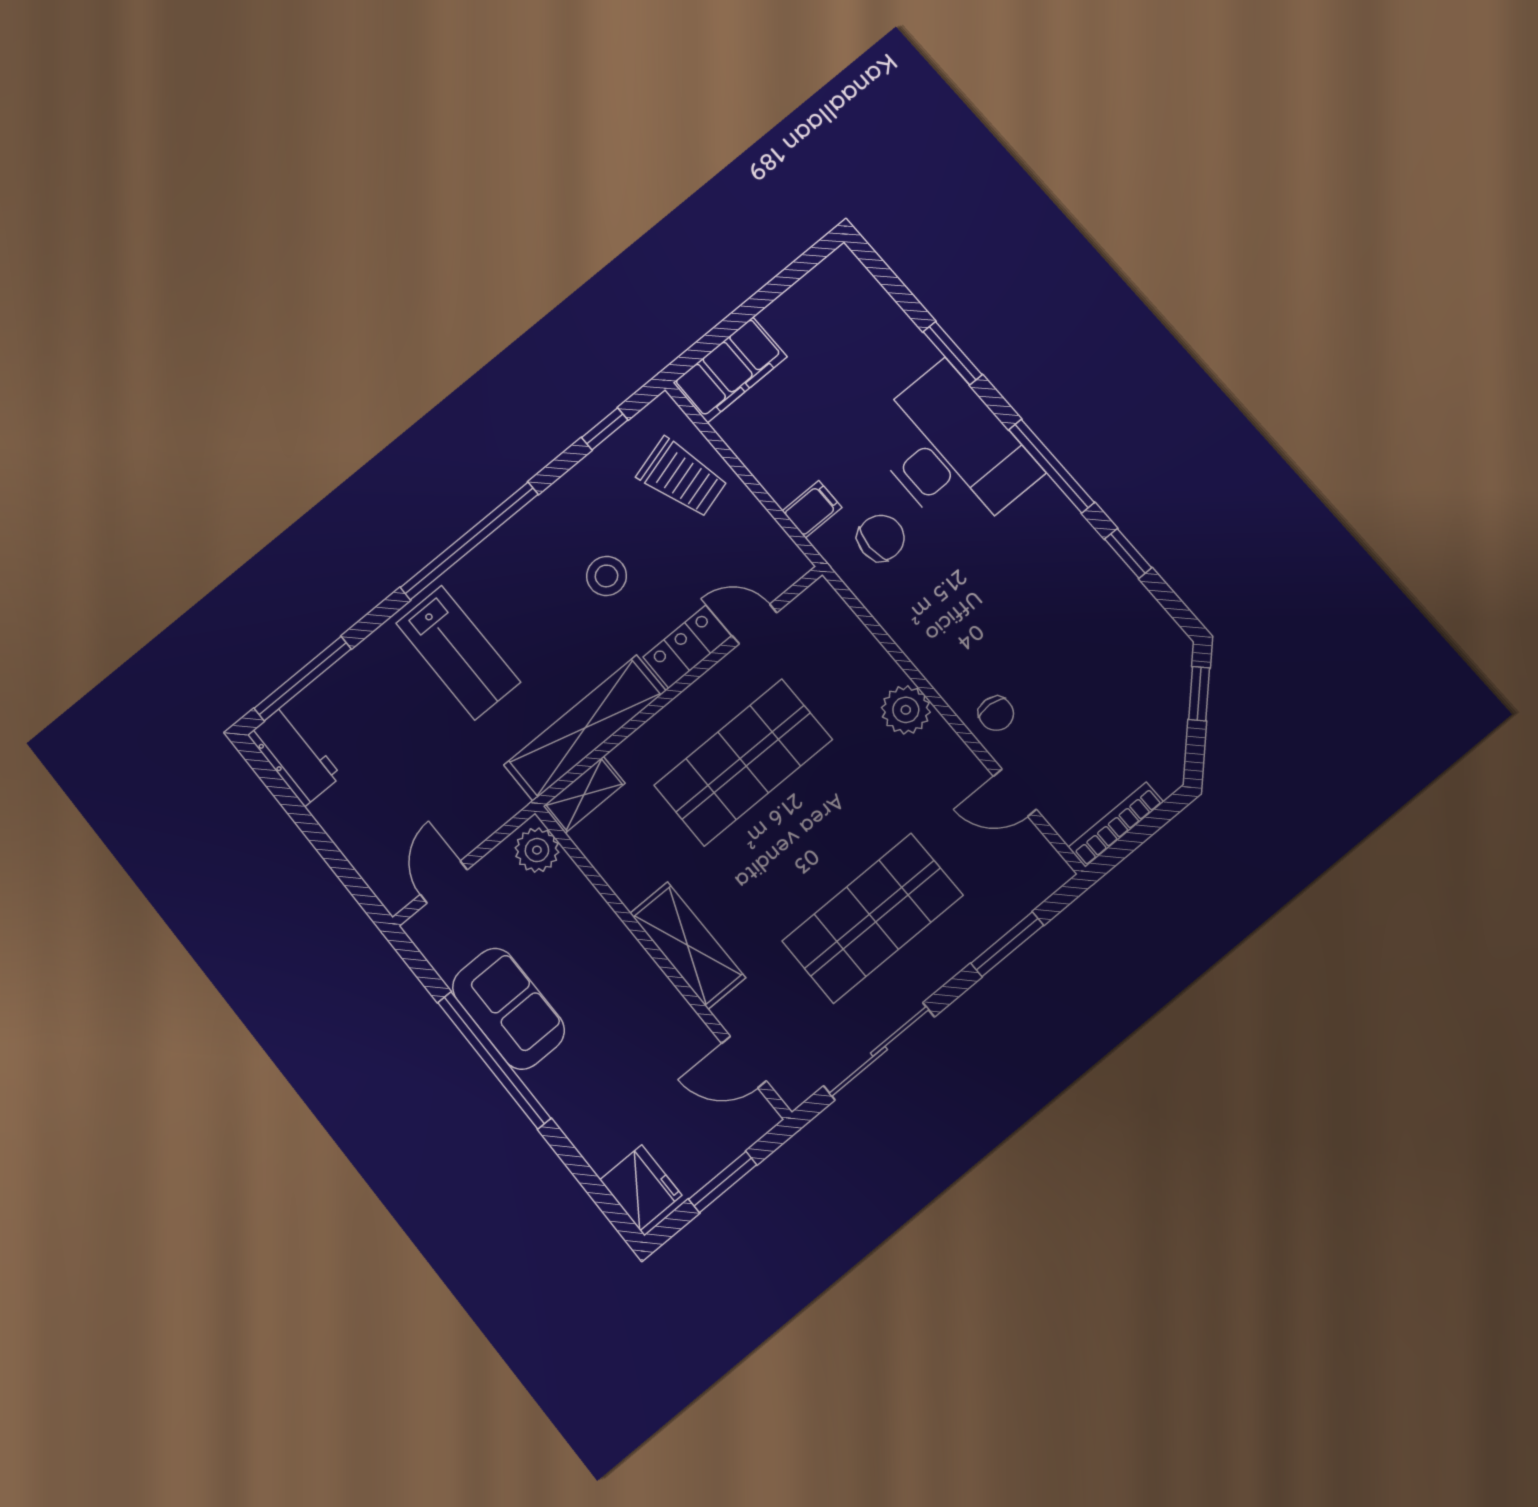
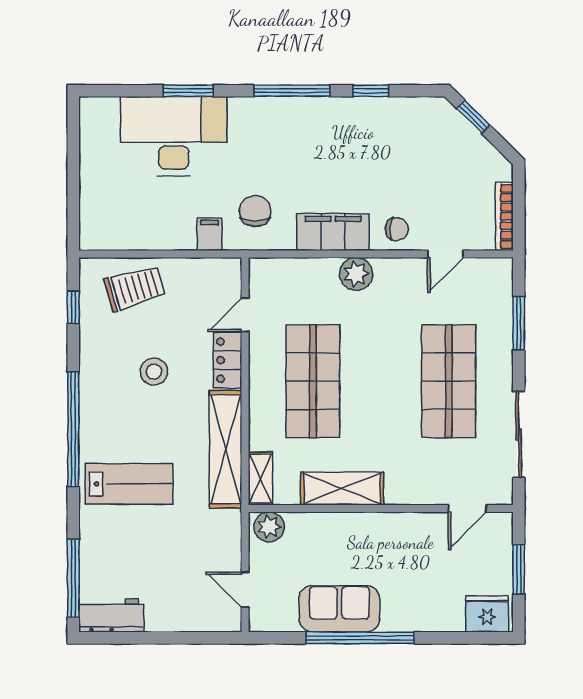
filing cabinet: (730, 370) -> (333, 232), moved, turned -90
desk: (951, 452) -> (174, 136), moved
shelving: (688, 945) -> (342, 488), moved

